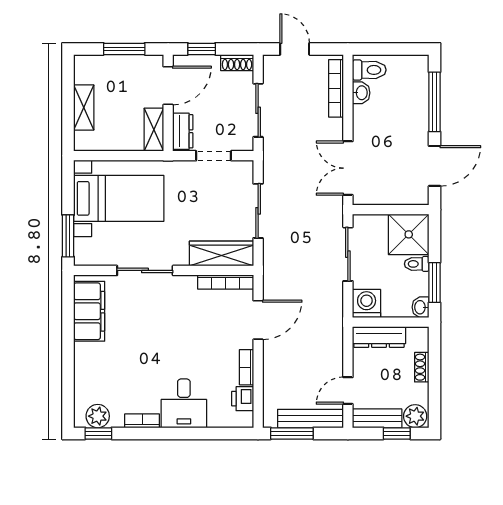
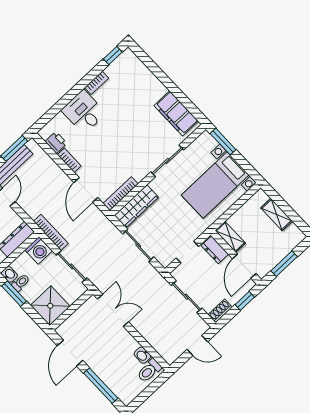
bookcase: (336, 88) -> (51, 232), moved
toilet: (417, 264) -> (21, 283), moved
plant: (98, 416) -> (121, 64), removed

